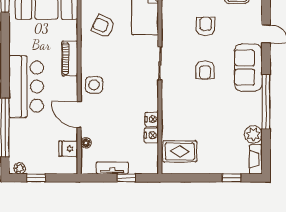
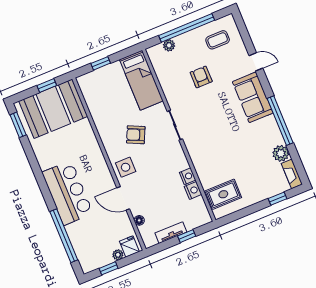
armchair: (103, 26) -> (136, 135), moved
piano: (70, 59) -> (95, 153), removed
armchair: (205, 70) -> (216, 115), removed
fridge: (68, 149) -> (129, 246), moved, turned 90
plant: (20, 168) -> (118, 255), moved

